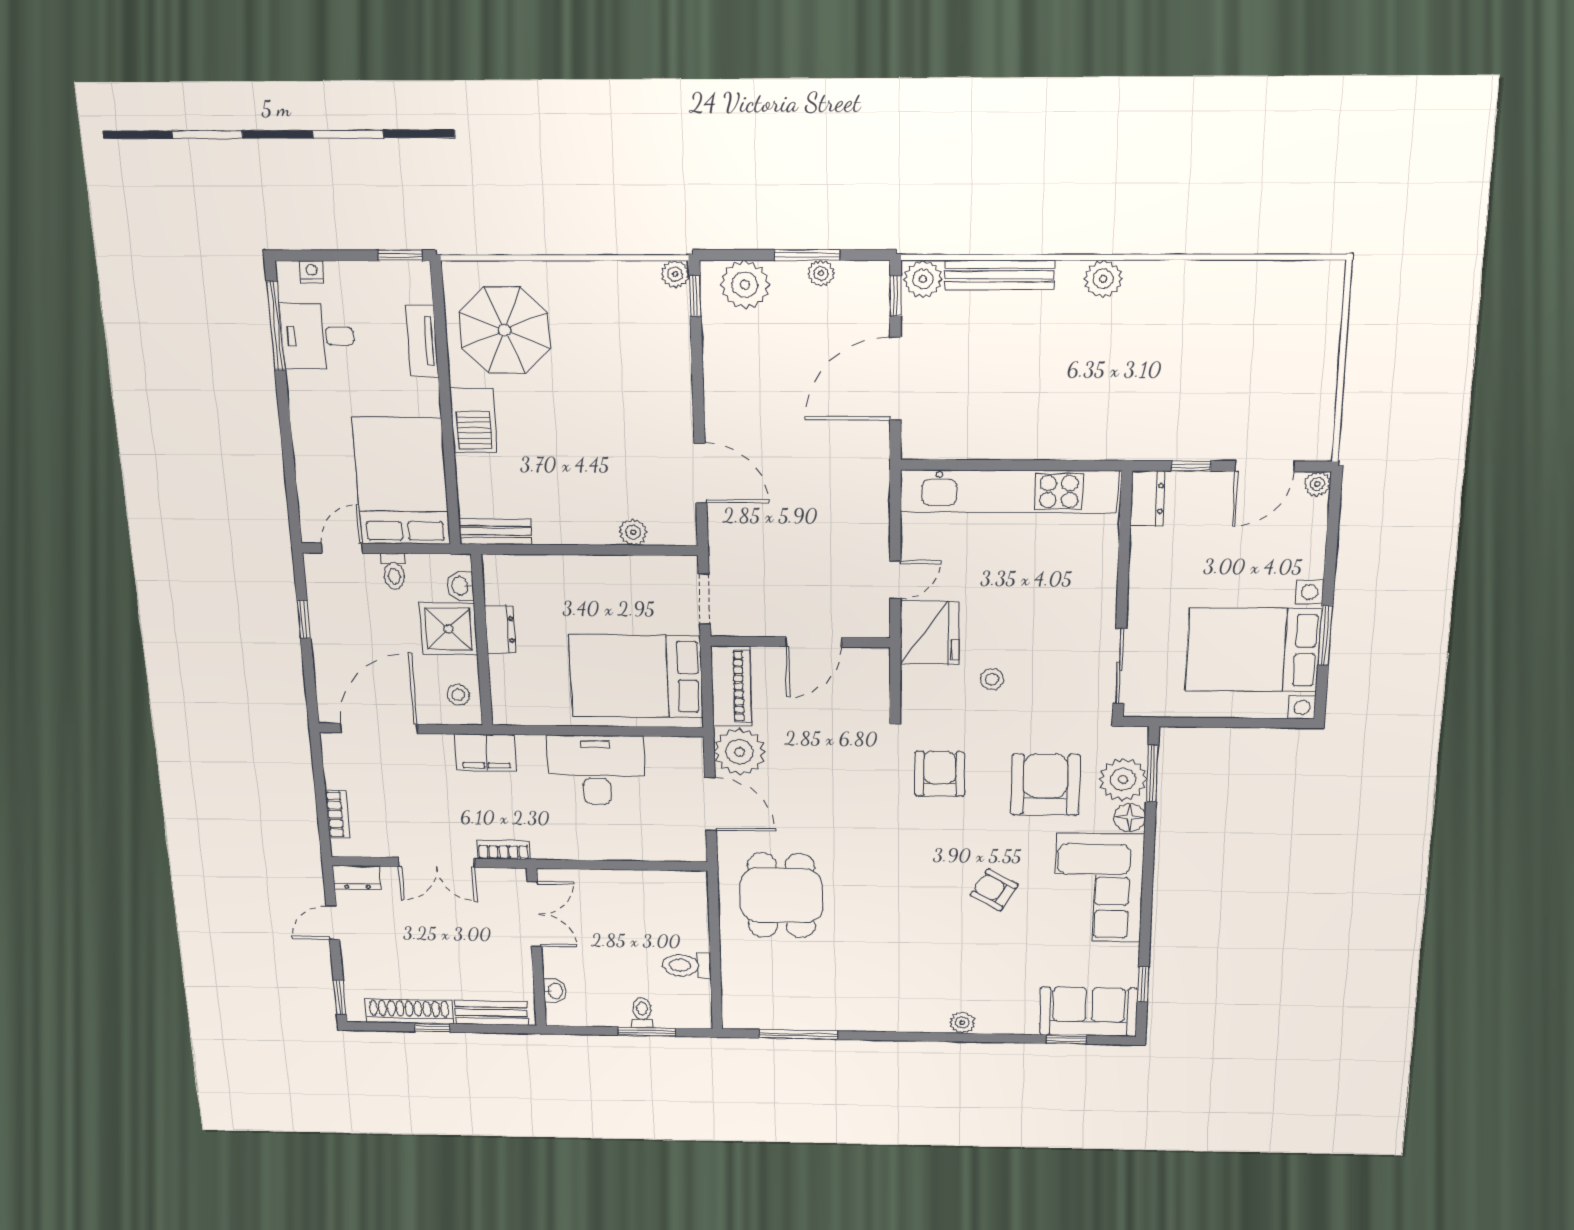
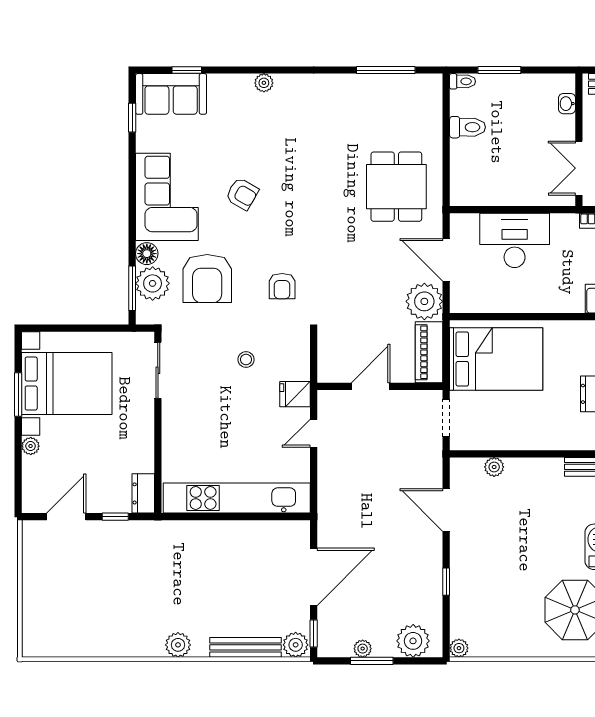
window: (695, 296) -> (446, 582), moved
plant: (1317, 484) -> (31, 446), moved
fridge: (929, 633) -> (295, 394), width x0.53, depth x0.75
desk: (596, 770) -> (515, 240), moved, turned 180
armchair: (940, 774) -> (282, 286), width x0.72, depth x0.72
toilet: (642, 1013) -> (462, 81), moved, turned -90

